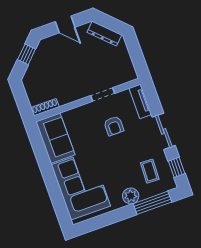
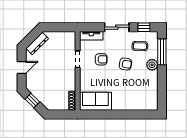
armchair: (119, 160) -> (125, 64), added
corner sofa: (81, 185) -> (133, 96), removed

